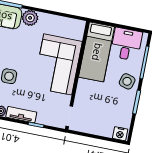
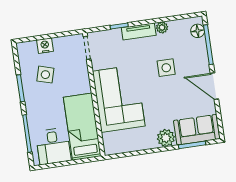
side table: (127, 81) -> (45, 75), moved
nightstand: (120, 134) -> (45, 46), moved

